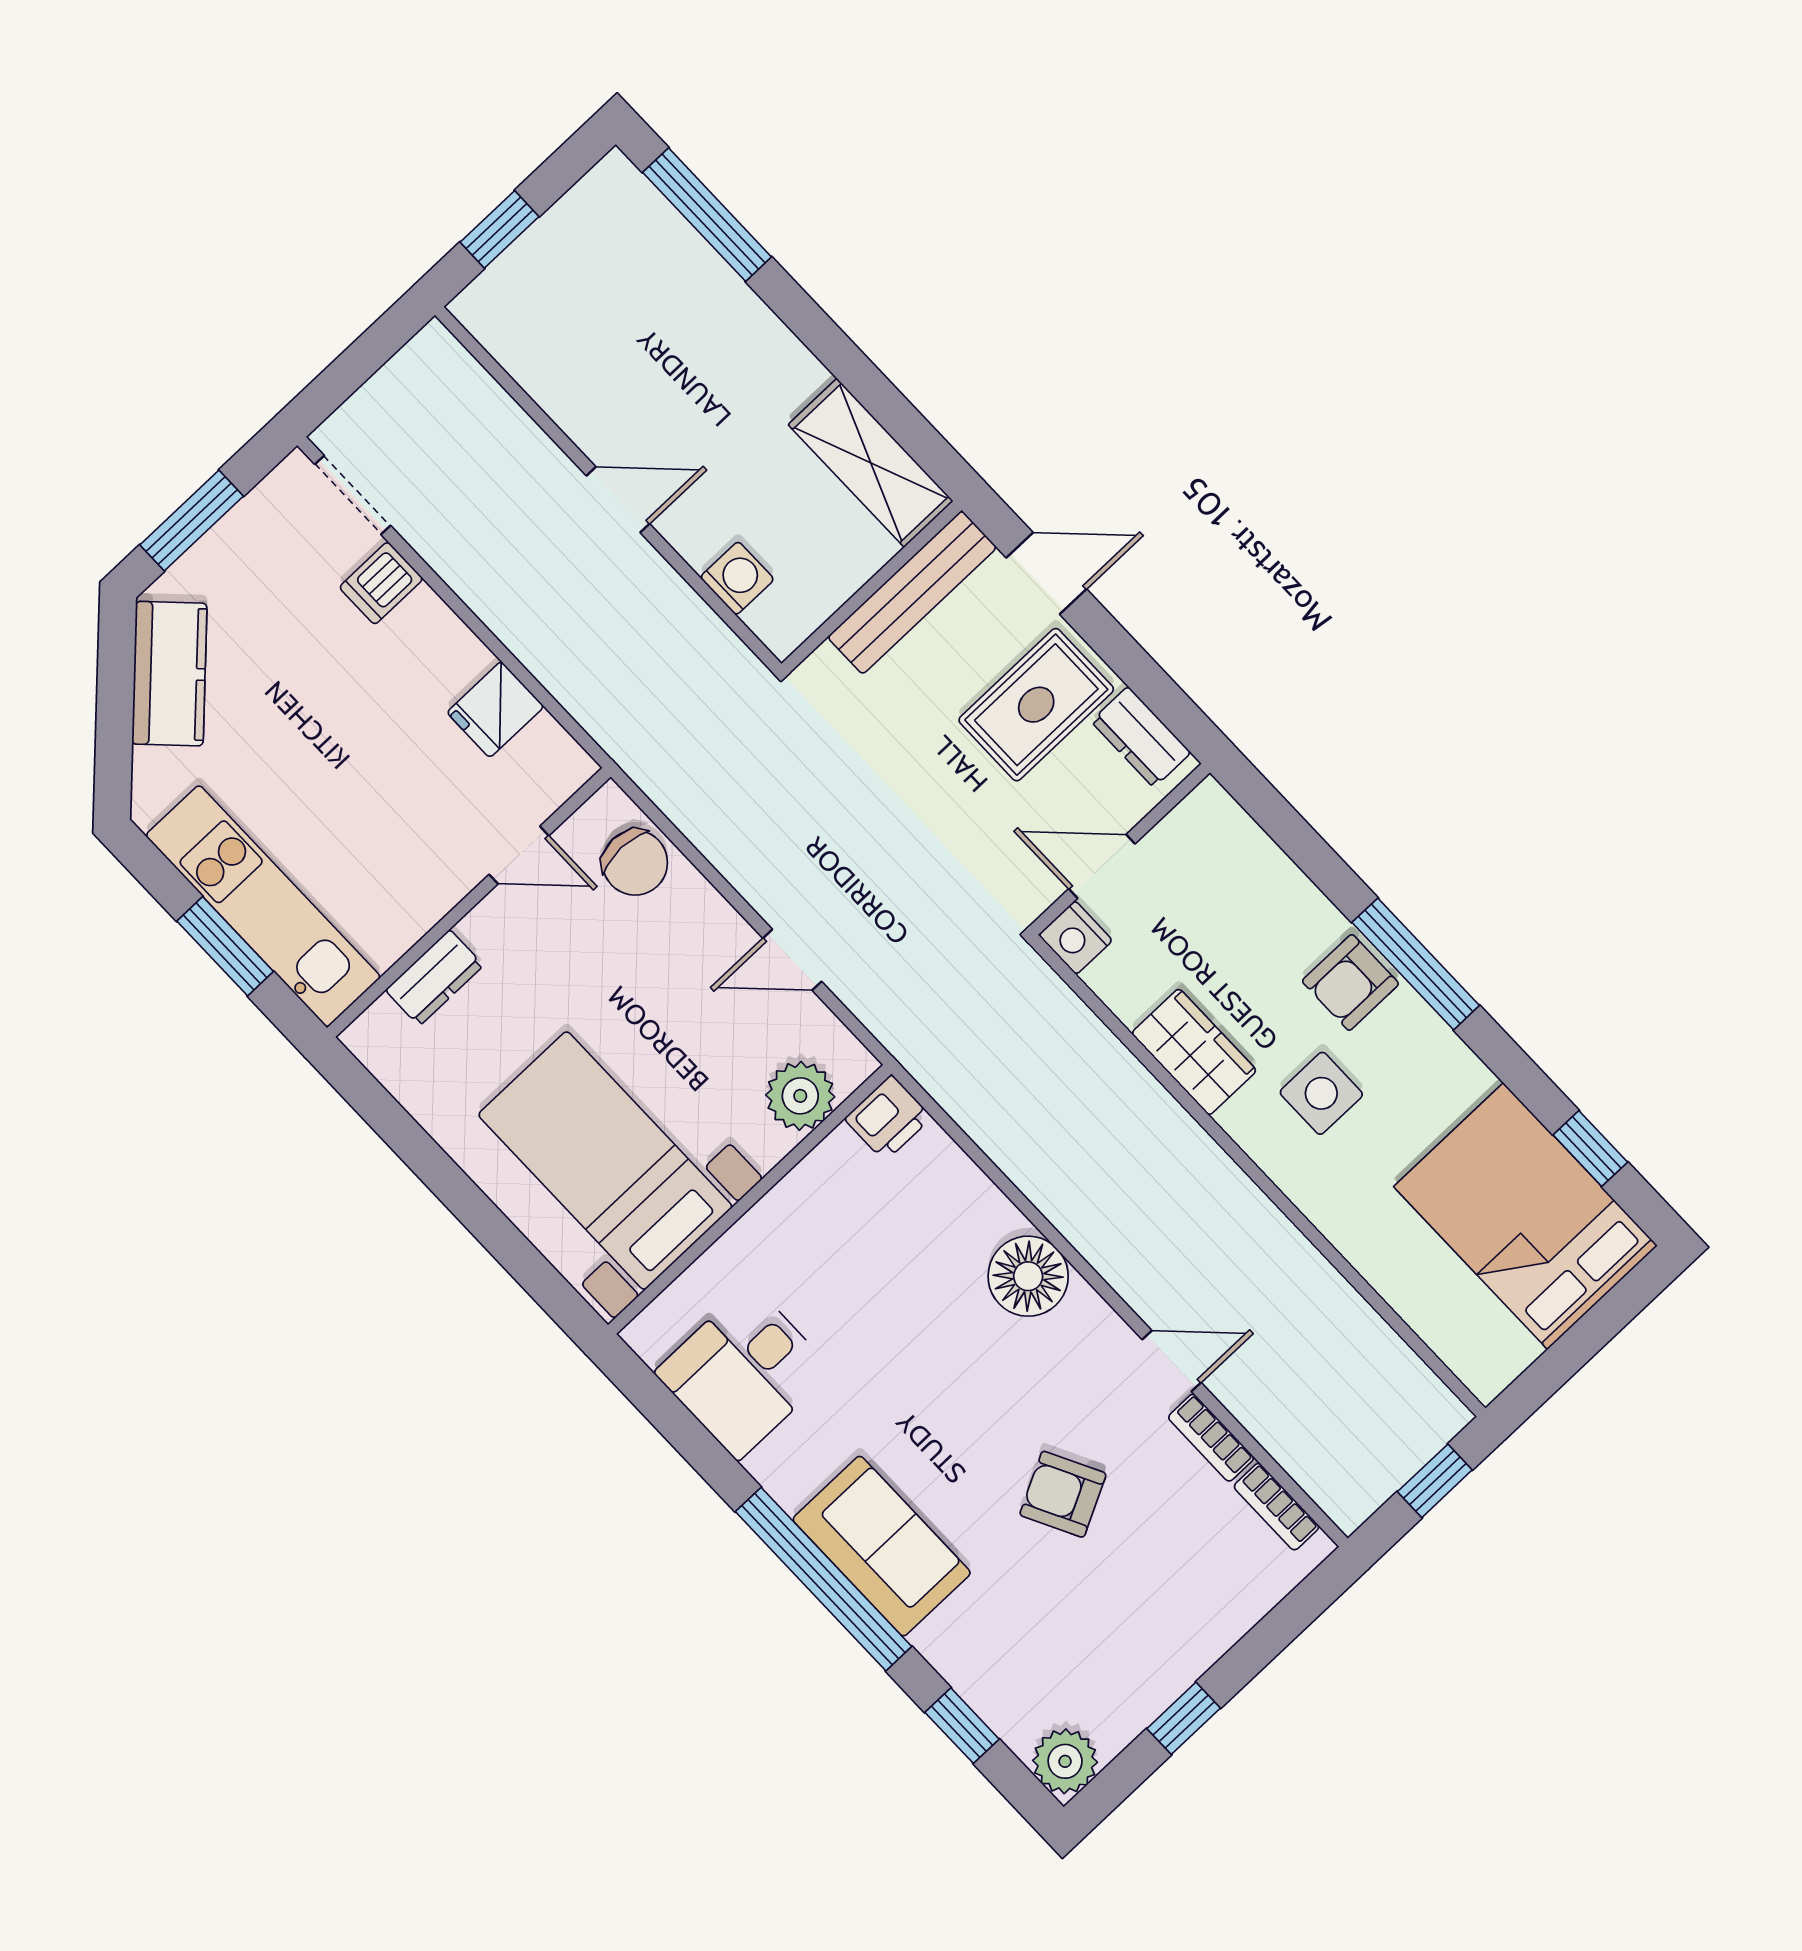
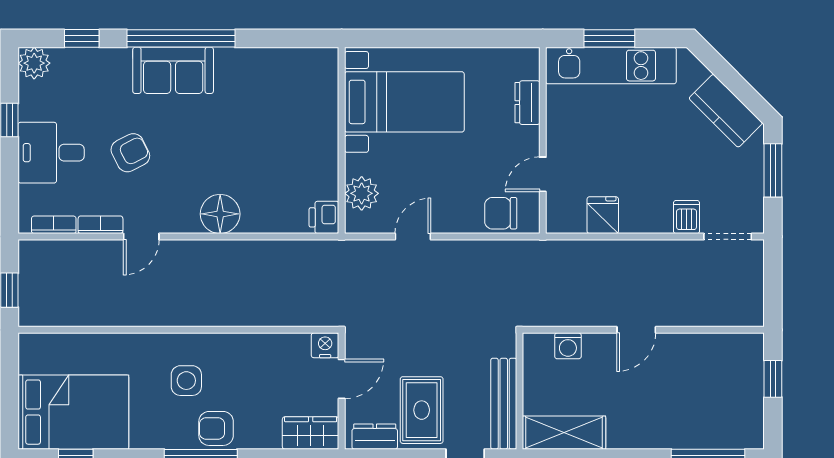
armchair: (1350, 982) -> (216, 428), turned -90
wardrobe: (1194, 1052) -> (311, 433), moved, turned 180
desk: (744, 1372) -> (51, 153), moved, turned -90

